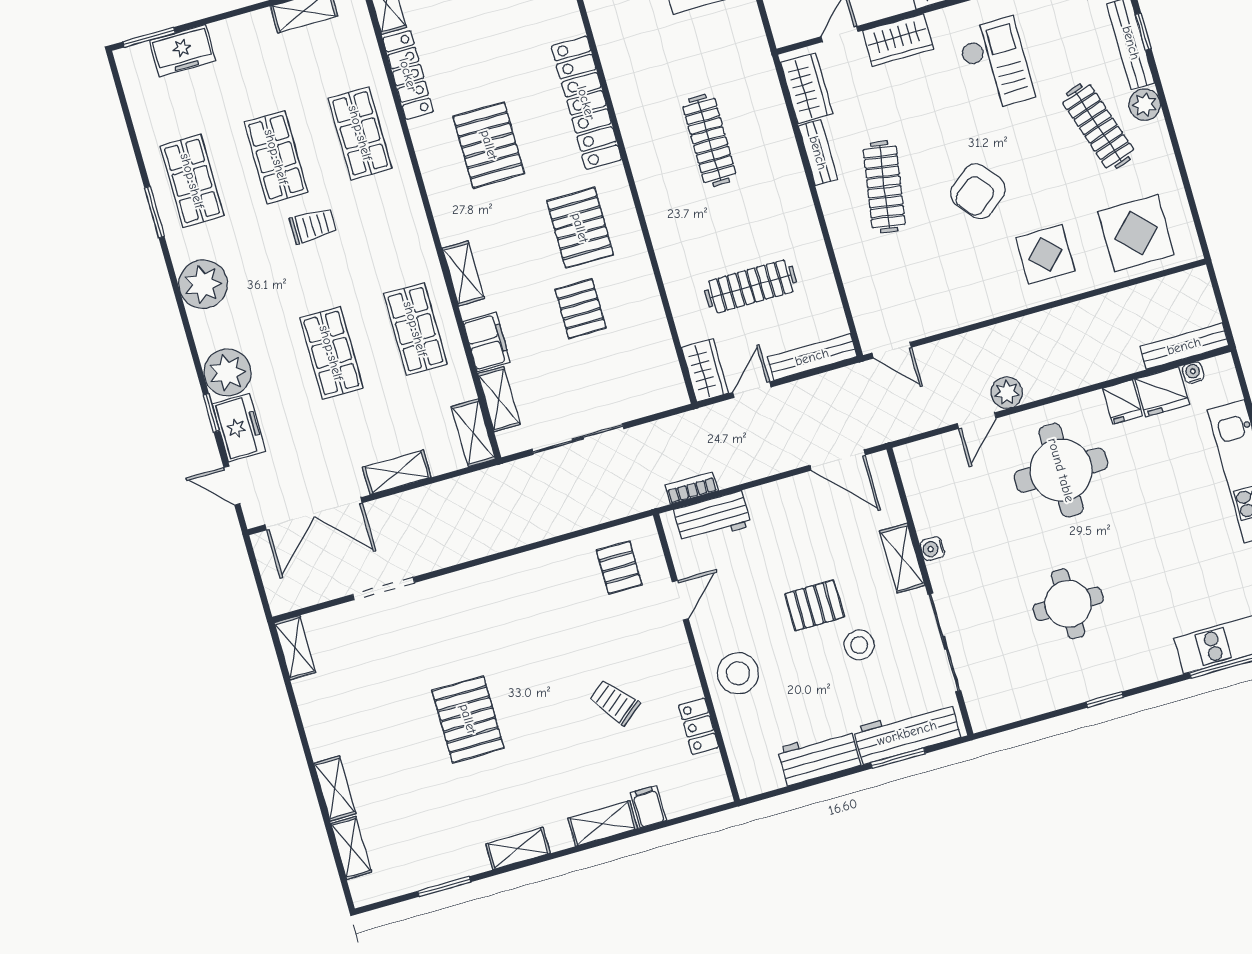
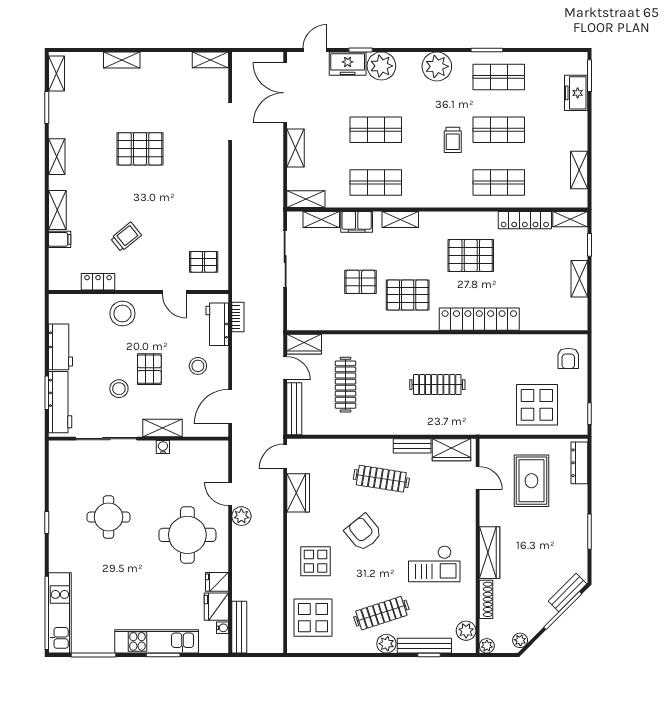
wardrobe: (898, 40) -> (298, 493), moved, turned 180
stool: (787, 530) -> (198, 366), added
shelving: (351, 848) -> (56, 73), moved, turned 90

